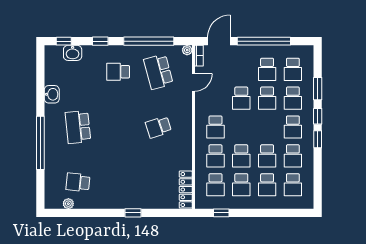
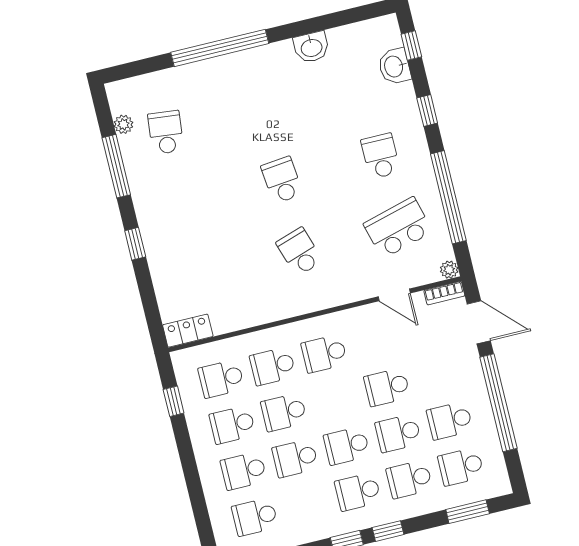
window: (318, 89) -> (468, 512), moved
school desk: (78, 127) -> (282, 180), moved, width x0.54
school desk: (293, 156) -> (347, 446), moved
locker: (186, 190) -> (188, 331), width x0.66
window: (90, 213) -> (116, 166), added

